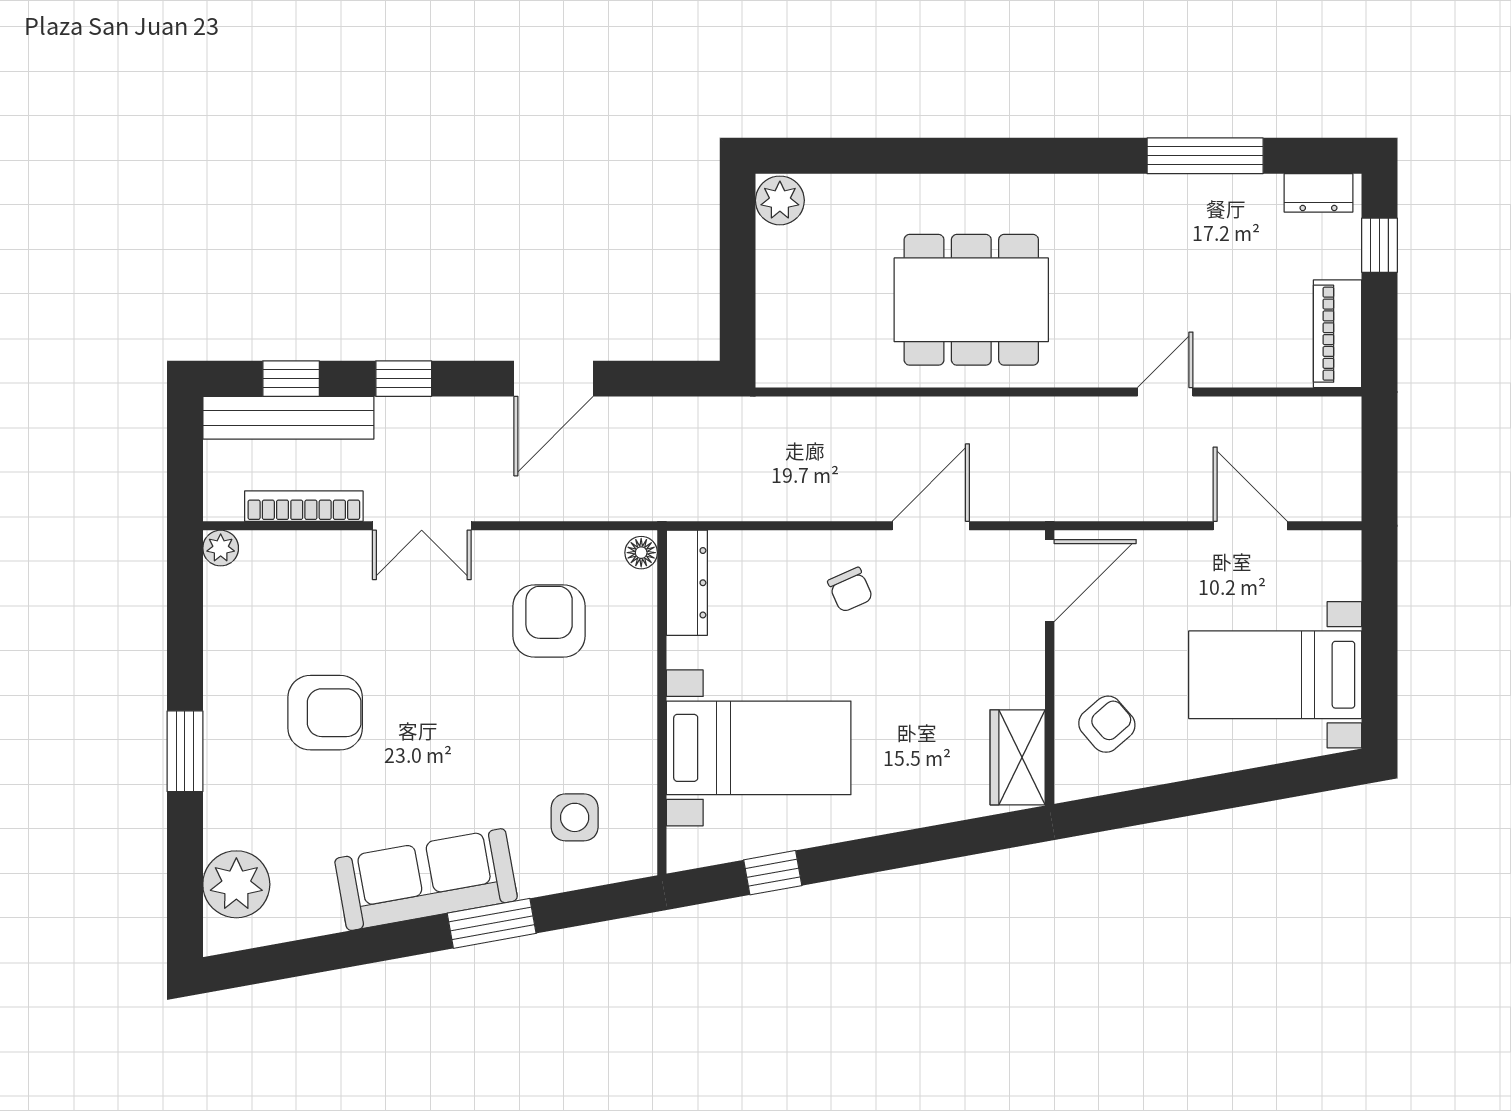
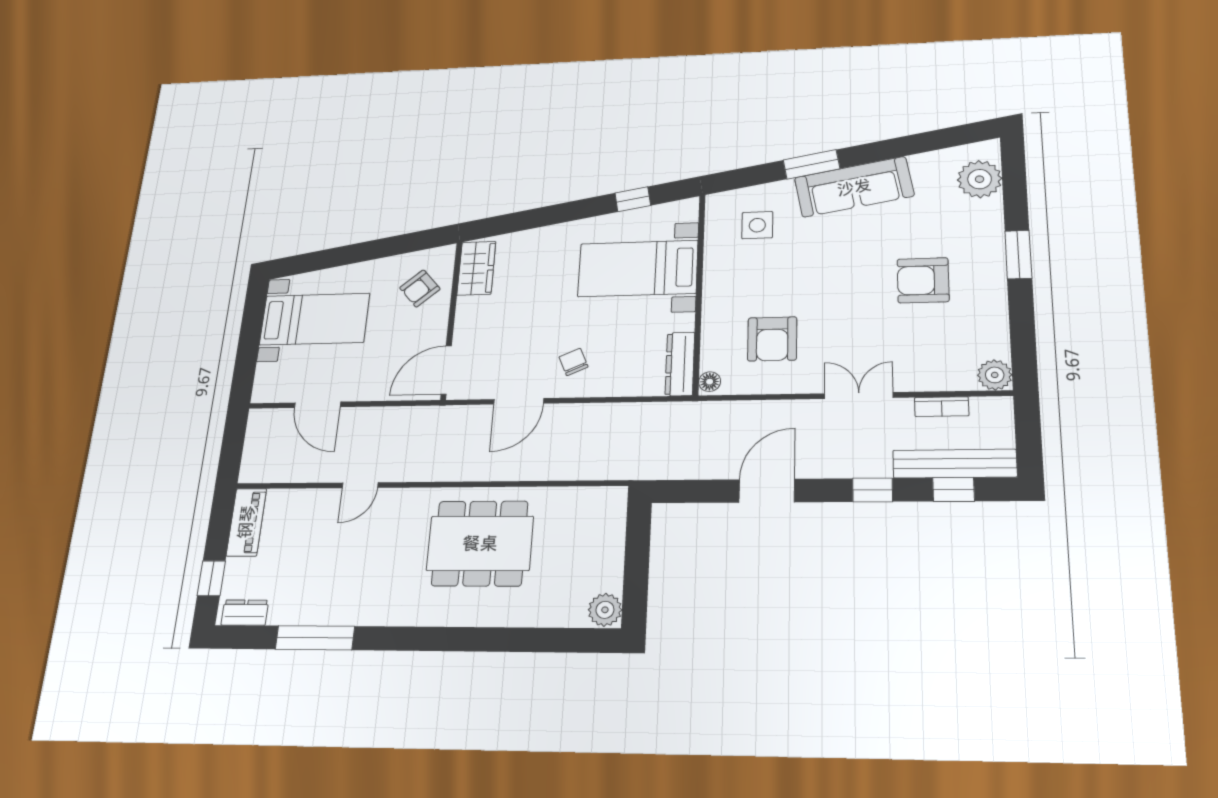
bookcase: (304, 506) -> (942, 407), width x0.64
plant: (221, 548) -> (995, 375), width x1.38, depth x1.38

